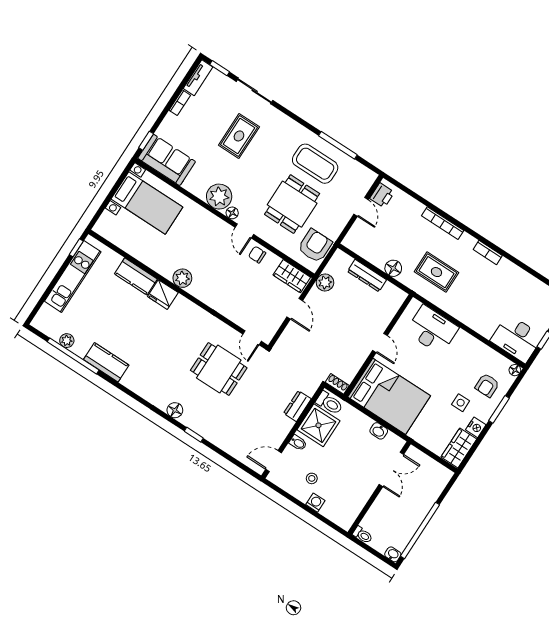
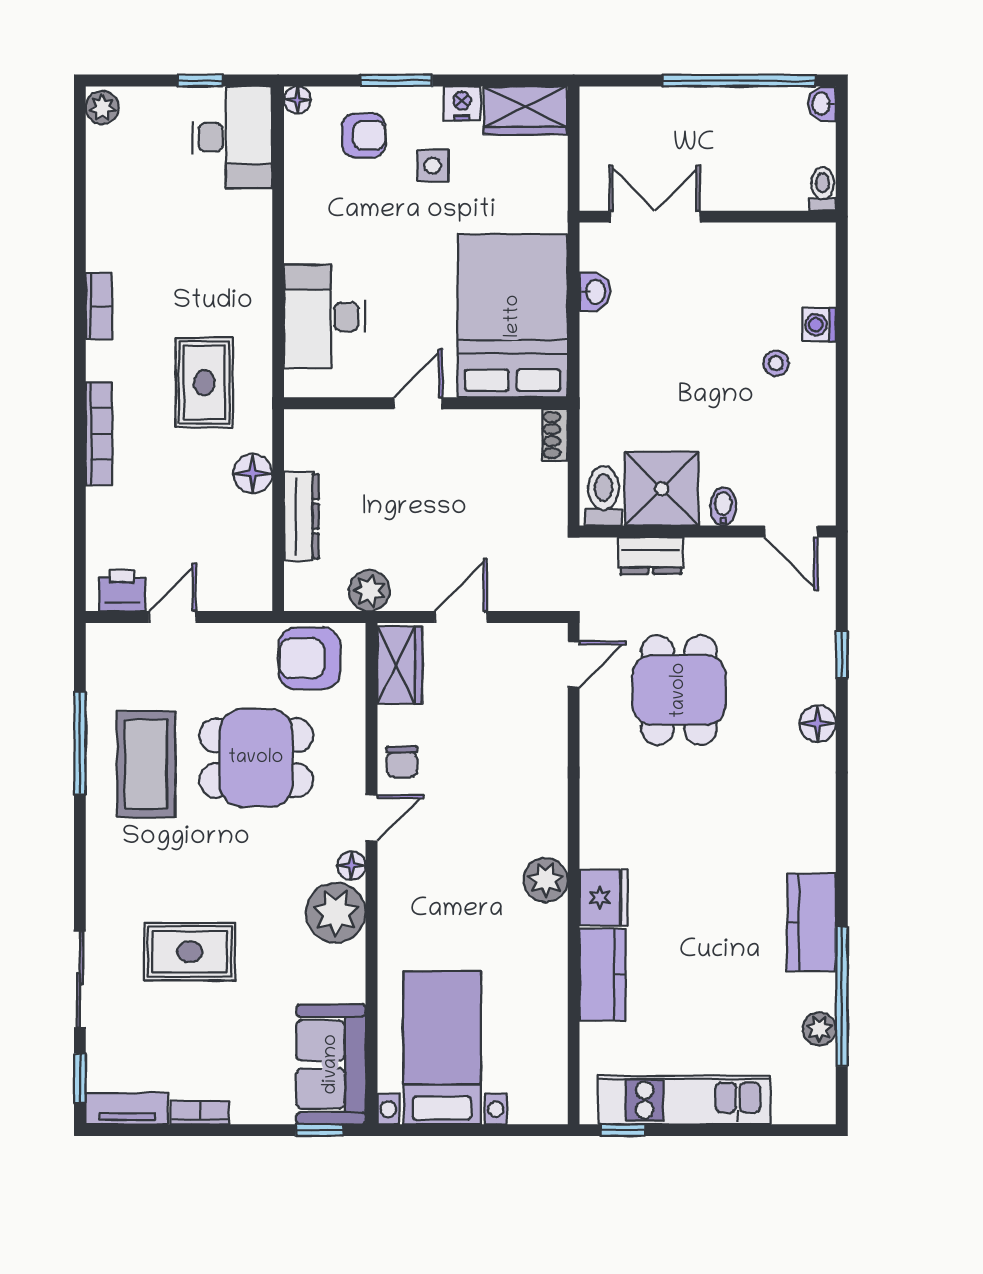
toilet: (329, 403) -> (603, 496), moved
dresser: (297, 406) -> (651, 556), moved
shower: (318, 425) -> (662, 489), moved
wall: (293, 432) -> (708, 531), moved
bidet: (298, 443) -> (723, 507), moved
door: (274, 461) -> (791, 531), moved

